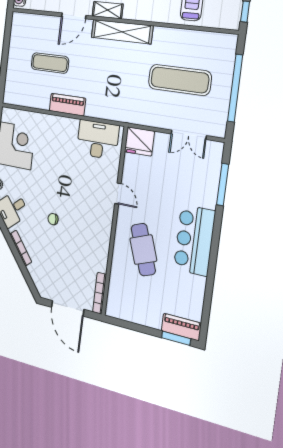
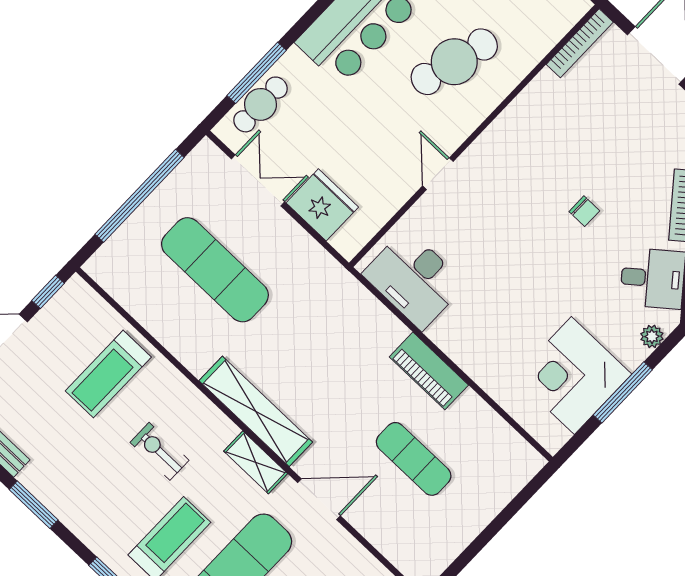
fridge: (139, 141) -> (322, 205), moved
cafe table: (211, 171) -> (260, 104), added
cafe table: (143, 250) -> (454, 62), turned 35

